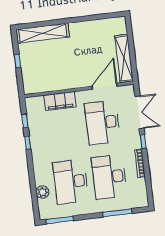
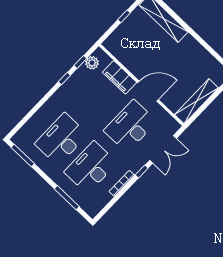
door: (105, 86) -> (148, 91), moved
plant: (42, 192) -> (92, 63), moved

